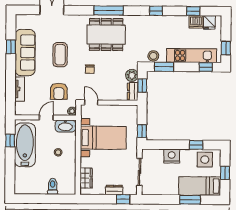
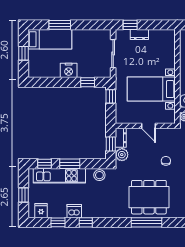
window: (156, 11) -> (86, 222), moved
dishwasher: (196, 22) -> (74, 211), moved
window: (226, 48) -> (24, 195), moved
window: (164, 67) -> (70, 164), moved
door: (91, 102) -> (148, 126), moved
window: (196, 145) -> (88, 82), moved
nightstand: (172, 156) -> (69, 70), moved
side table: (205, 160) -> (45, 67), removed
wardrobe: (86, 178) -> (169, 47), removed

